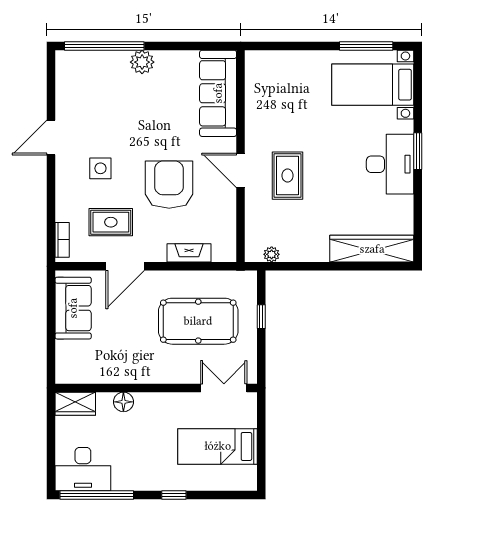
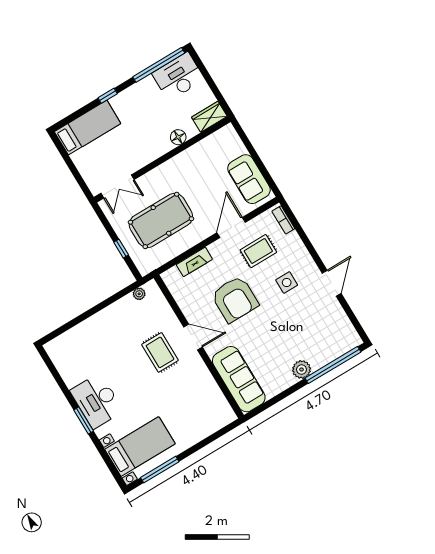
wardrobe: (372, 249) -> (75, 338), removed
bed: (218, 446) -> (88, 128), moved

